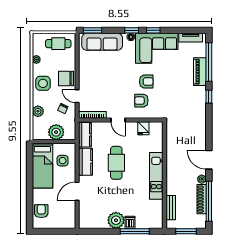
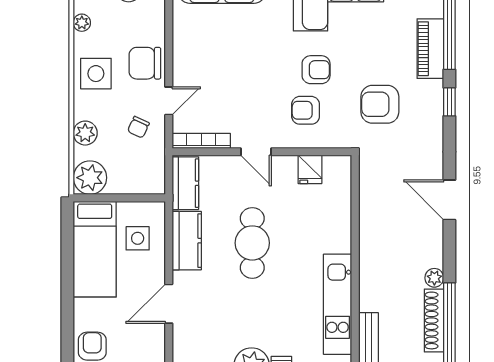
door: (77, 96) -> (169, 101), swing flipped
armchair: (176, 98) -> (380, 104), added
plant: (56, 132) -> (90, 178), moved
door: (209, 160) -> (449, 200), moved
kitchen unit: (156, 176) -> (338, 304), moved

